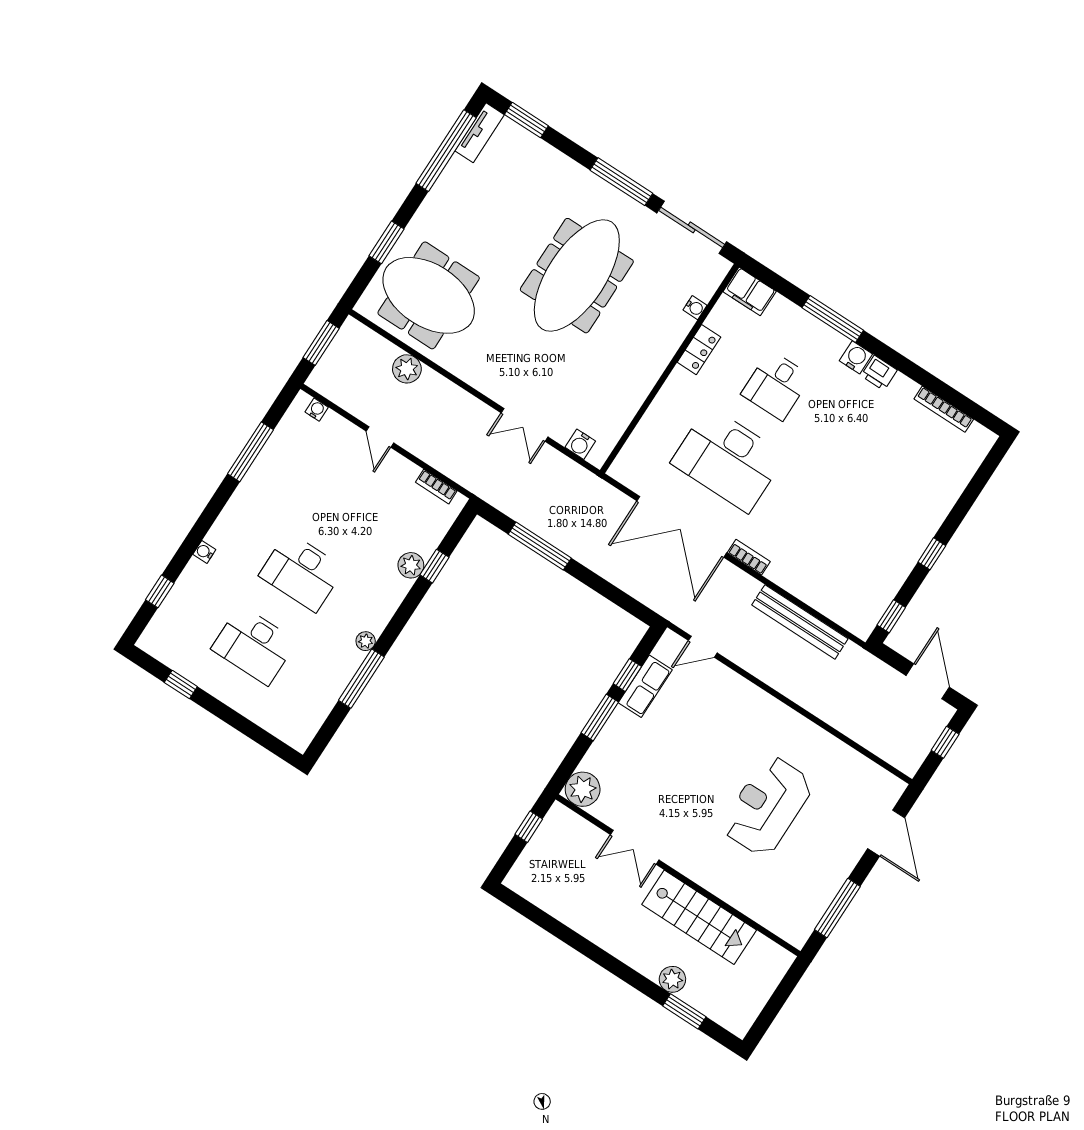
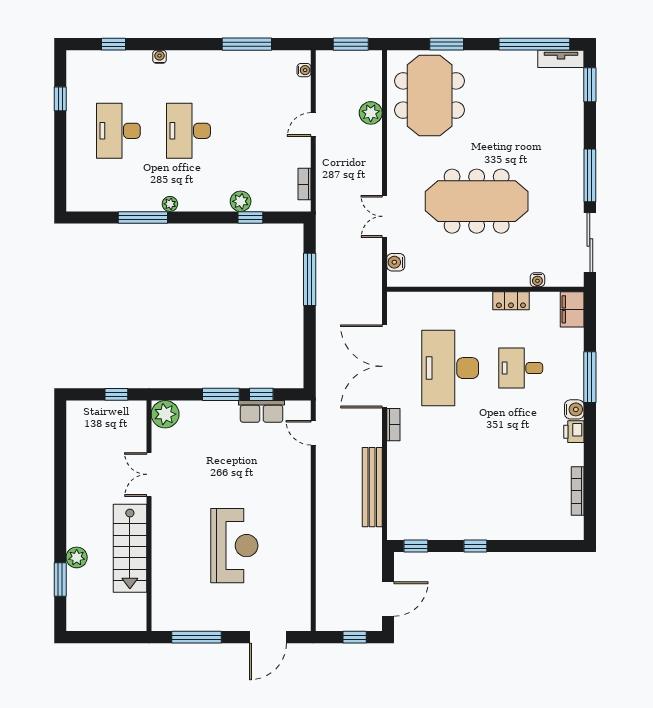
meeting table: (577, 276) -> (477, 201), moved
reception desk: (767, 806) -> (234, 546), turned 90

